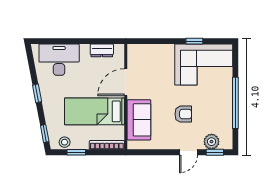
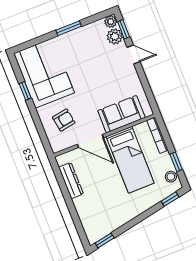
dresser: (102, 50) -> (71, 181), width x1.44
desk: (59, 60) -> (94, 213), removed
window: (37, 93) -> (105, 240), moved
window: (235, 103) -> (69, 28), width x0.47
armchair: (183, 114) -> (64, 120), moved, turned 81
plant: (226, 143) -> (111, 22), added

